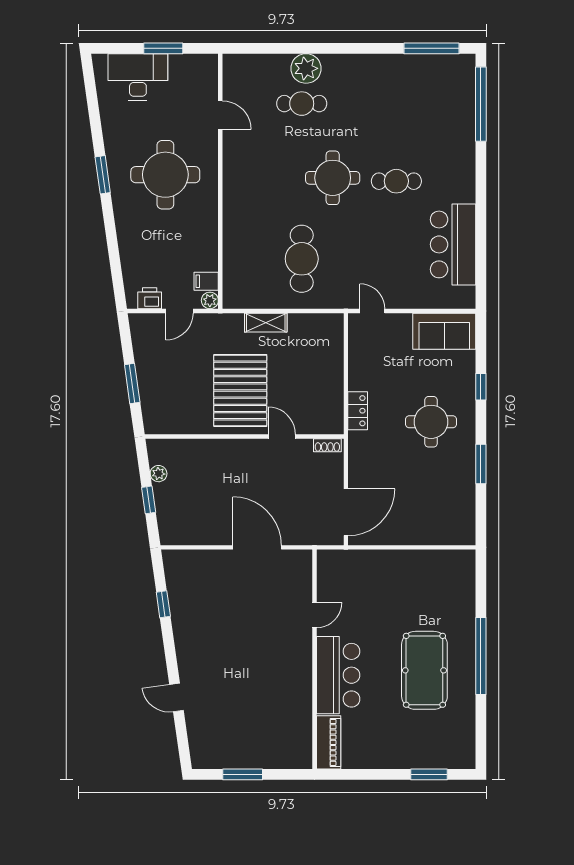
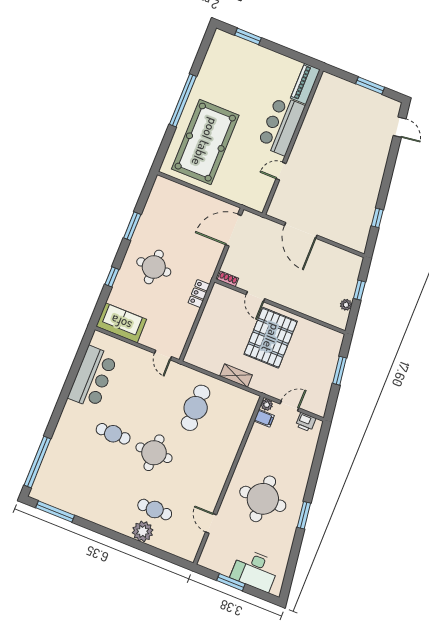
pool table: (424, 670) -> (205, 142), moved, width x1.36, depth x1.32
door: (177, 698) -> (400, 127), moved

